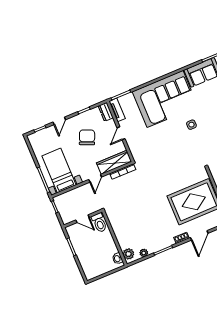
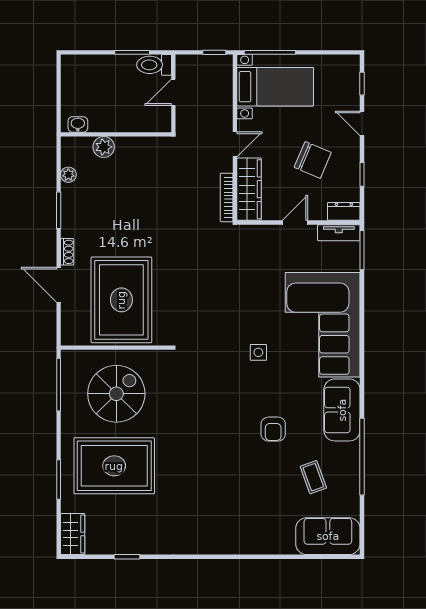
door: (121, 133) -> (295, 223), hinge flipped
door: (95, 178) -> (235, 144), swing flipped
toilet: (99, 223) -> (154, 65), moved
plant: (128, 254) -> (104, 147), moved

